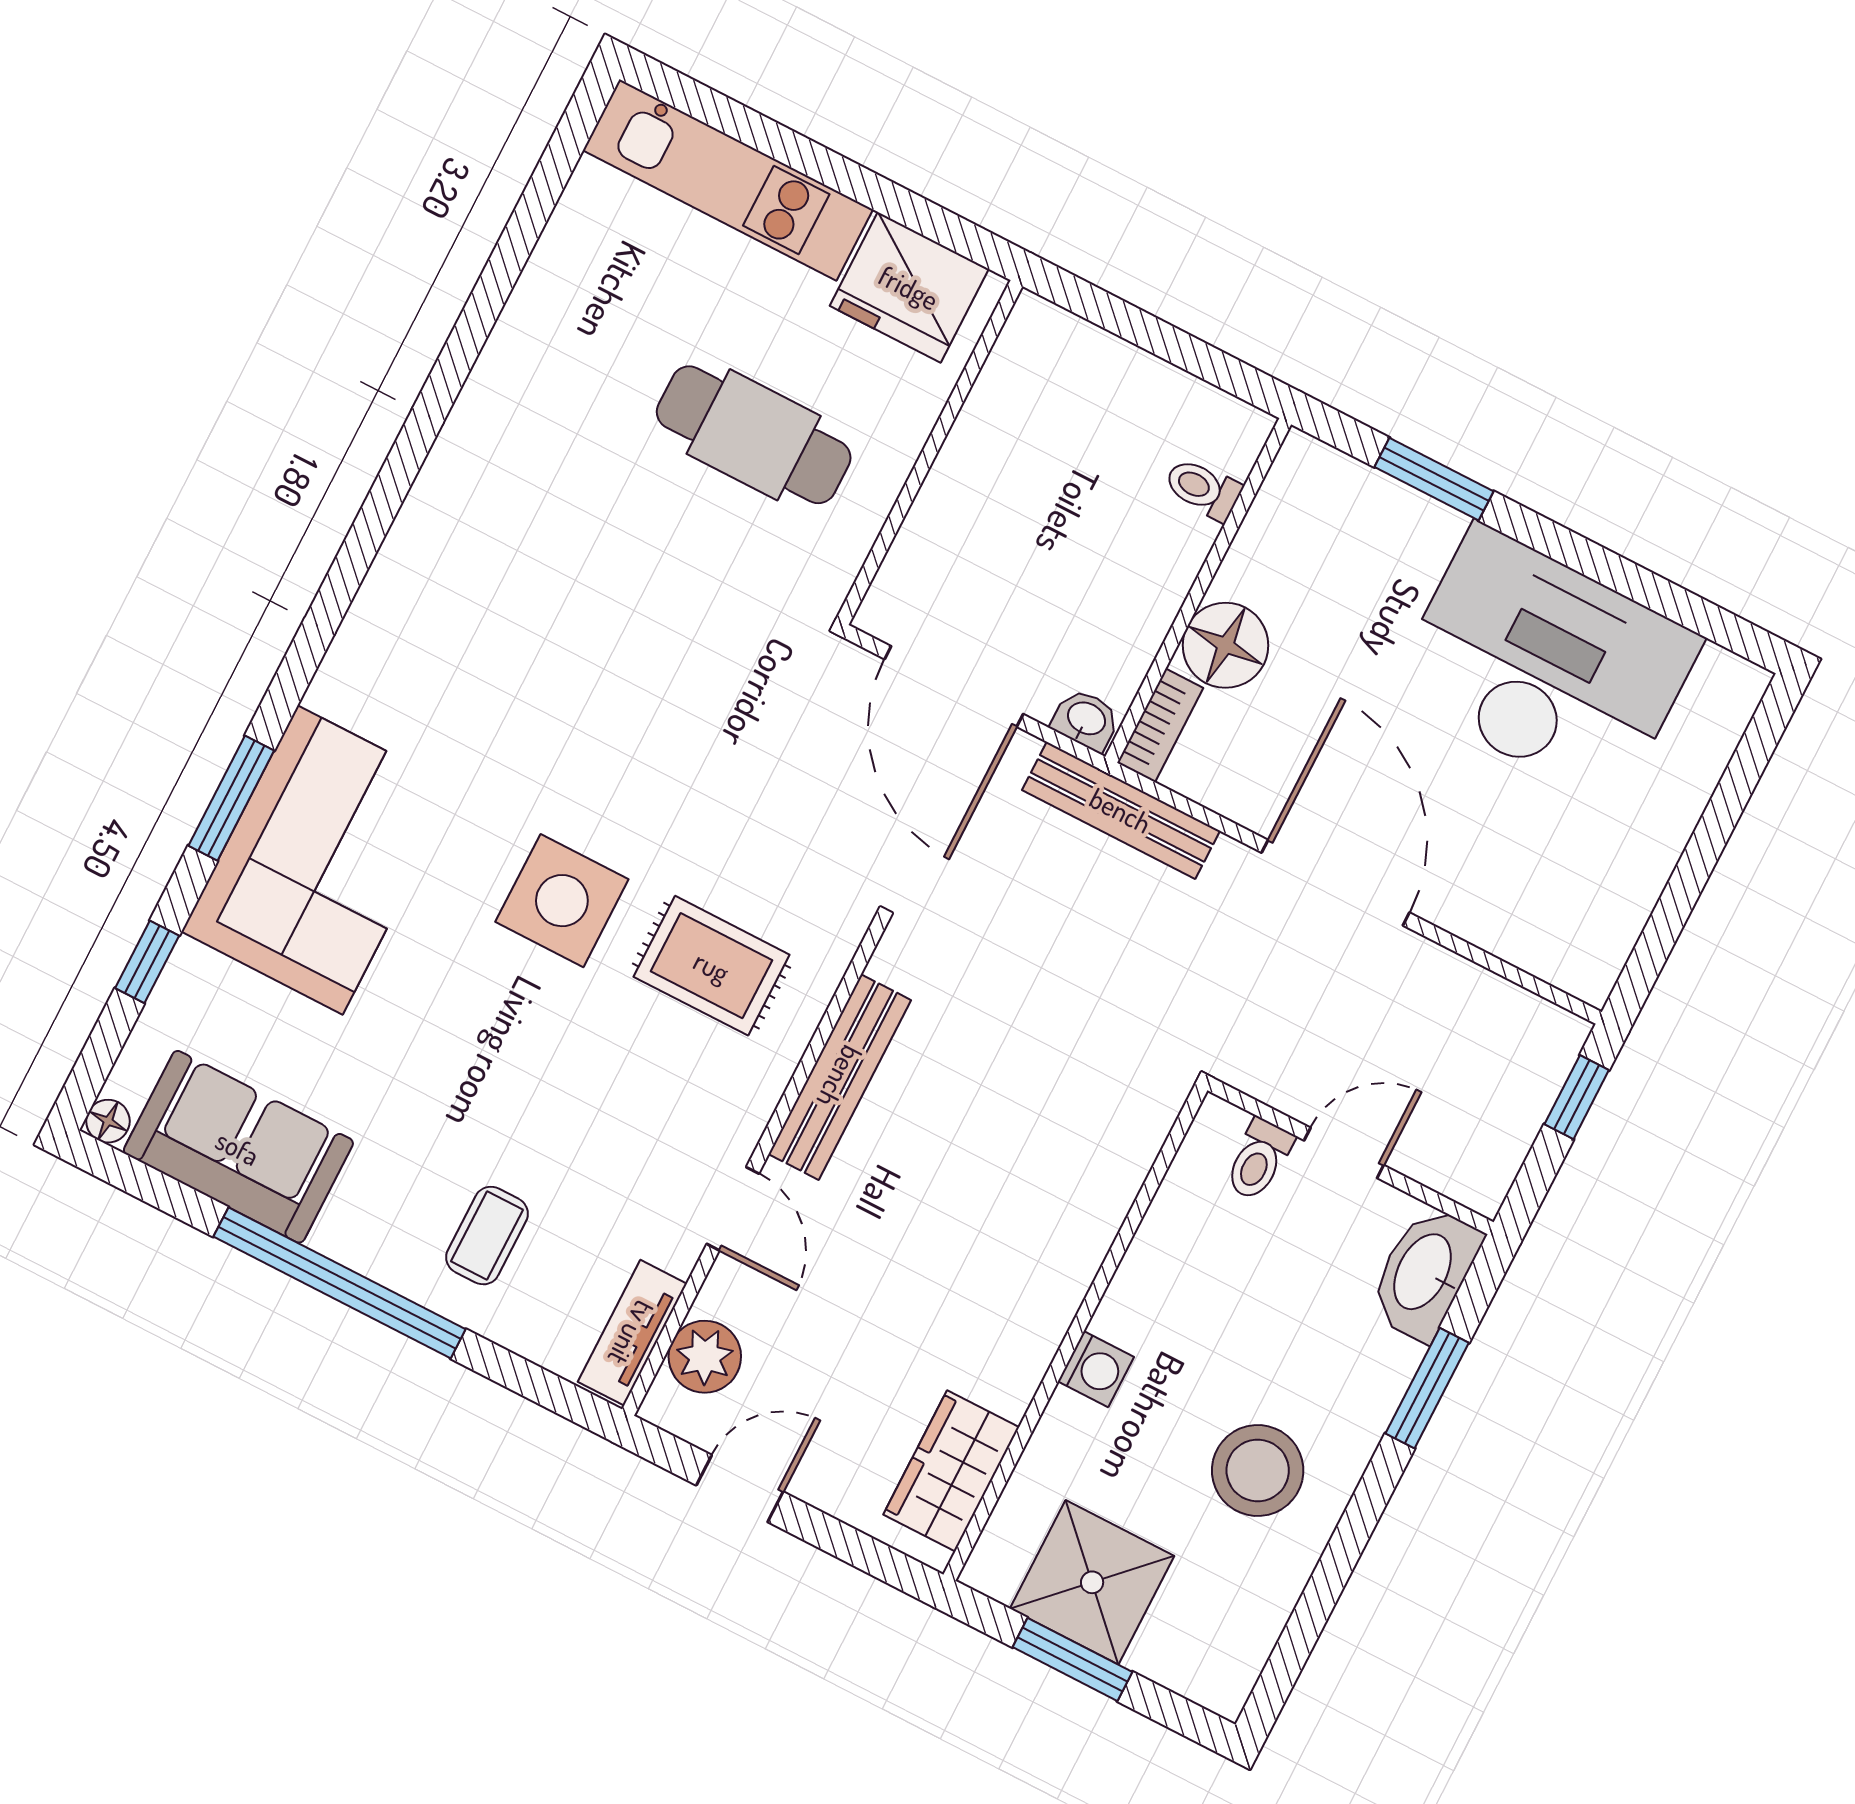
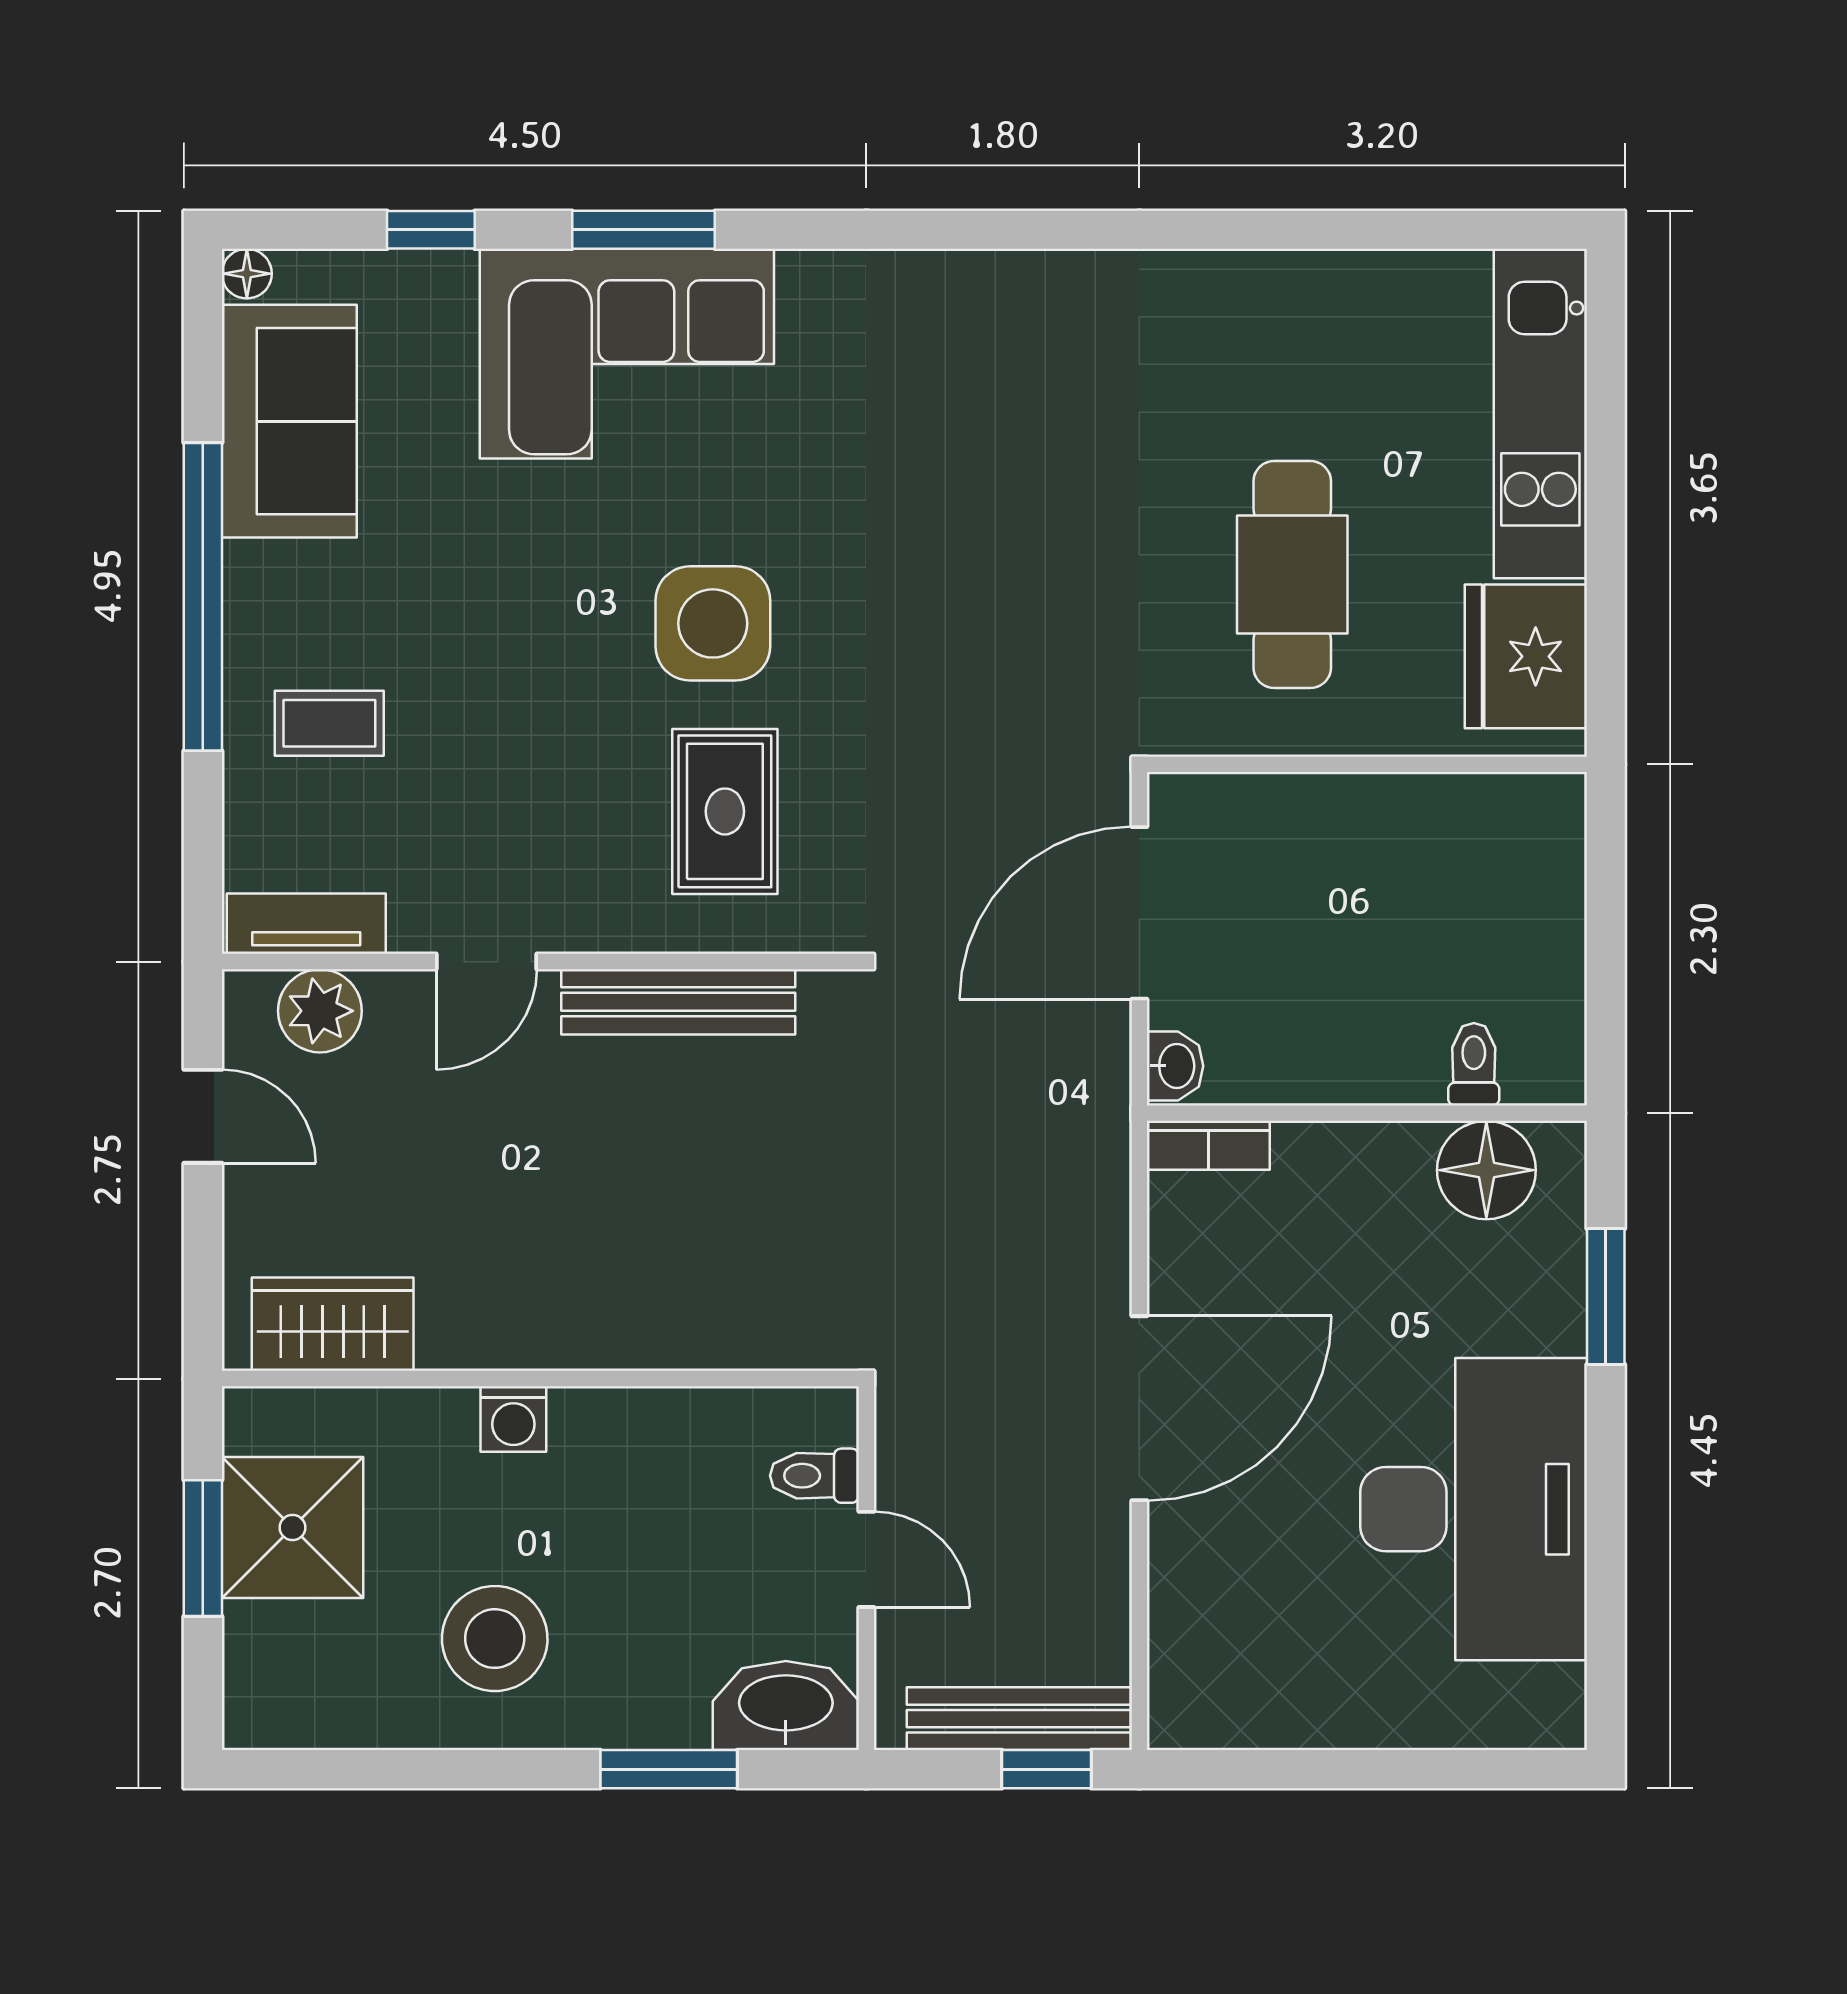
floor lamp: (1226, 645) -> (1486, 1170), moved
bench: (1121, 810) -> (1019, 1719), moved, turned 90

